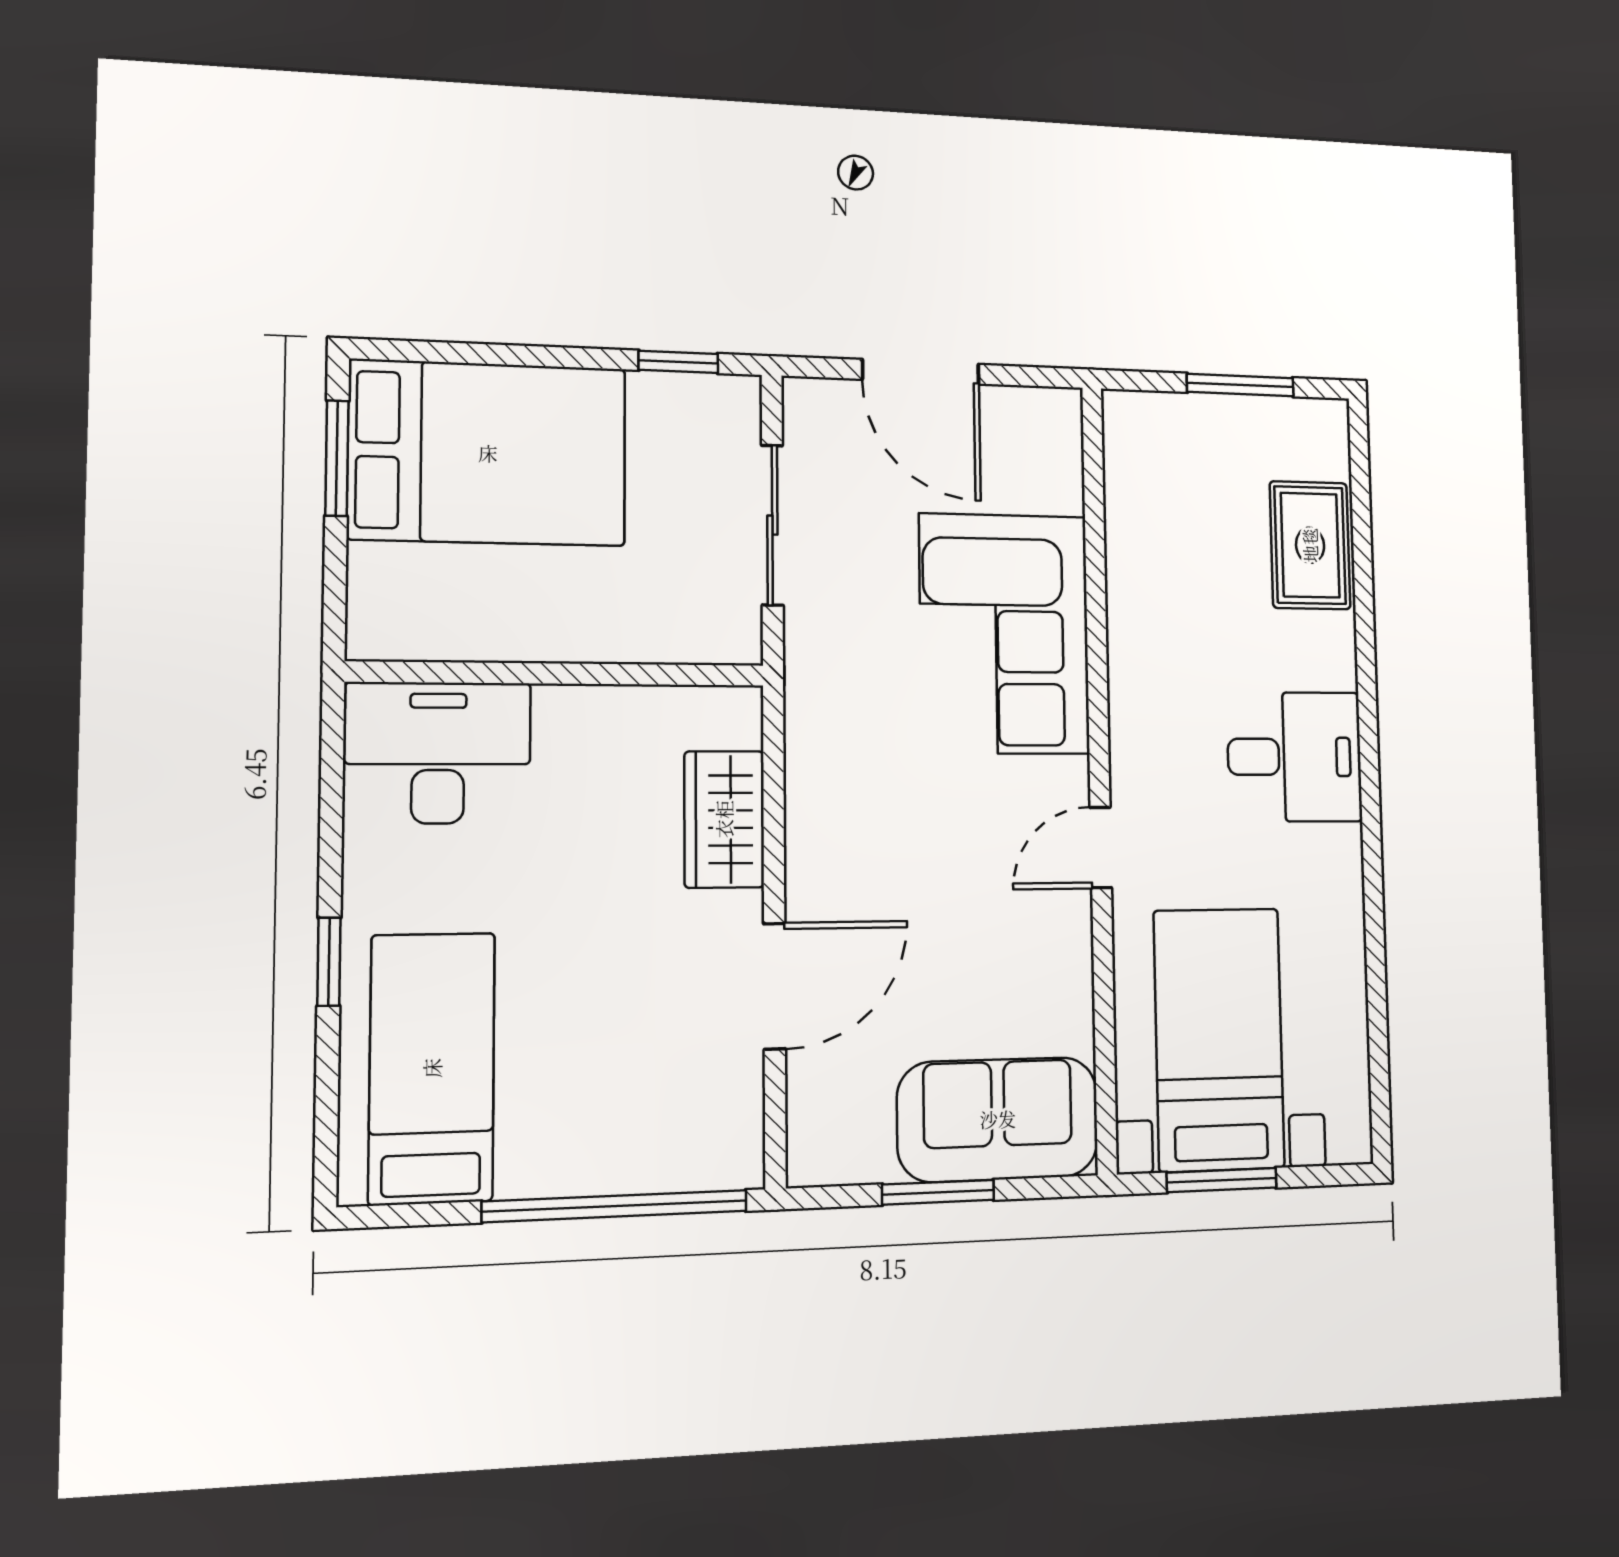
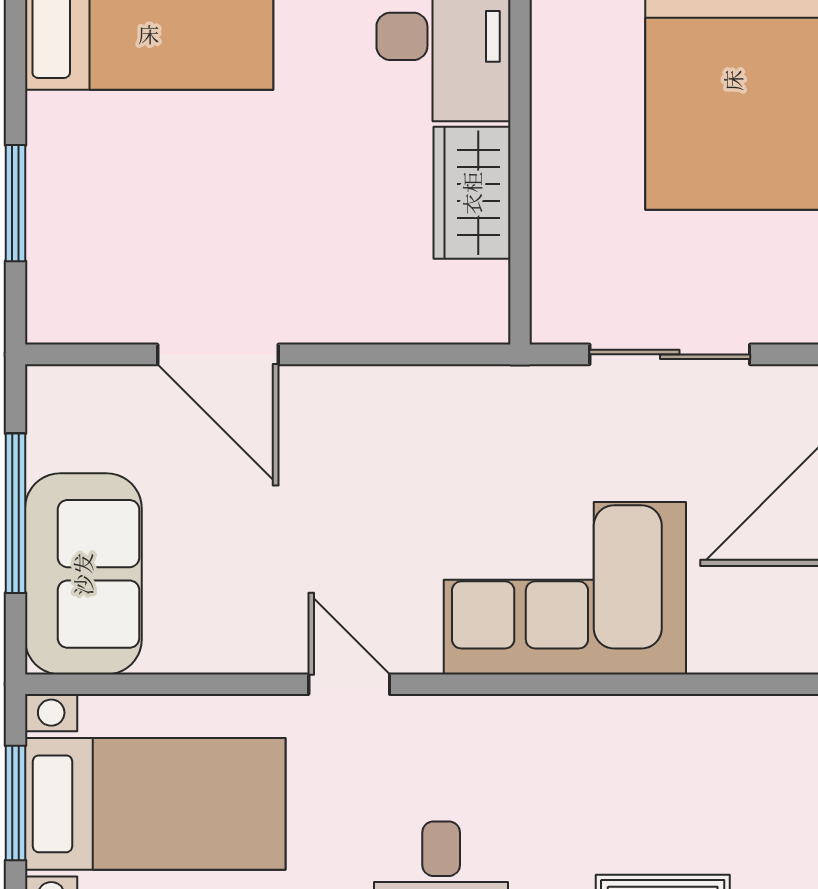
wardrobe: (724, 819) -> (472, 193), moved, turned -90
window: (938, 1192) -> (15, 513), width x1.44
window: (615, 1206) -> (15, 203), width x0.47

